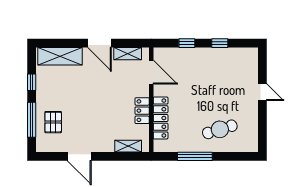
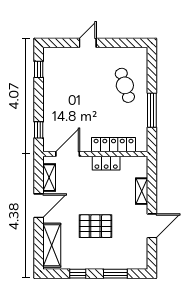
window: (187, 43) -> (39, 130), moved
window: (220, 43) -> (39, 69), moved
window: (32, 120) -> (115, 274), width x0.69
pallet: (53, 122) -> (95, 226), moved, width x1.50, depth x1.42
shelving: (128, 146) -> (142, 191), moved

